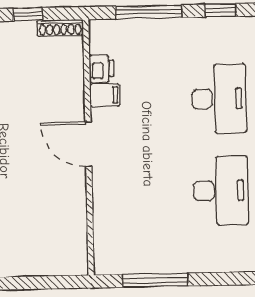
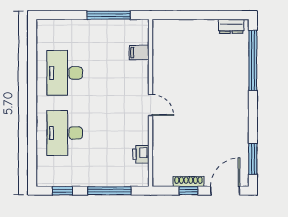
shoe rack: (60, 28) -> (188, 182), moved
filing cabinet: (105, 95) -> (139, 53), moved
door: (88, 144) -> (151, 105), width x0.73

